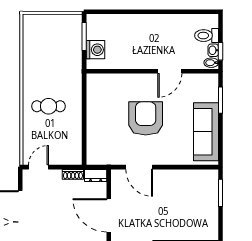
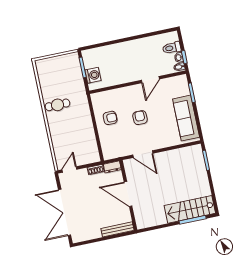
cafe table: (48, 106) -> (58, 105), moved
armchair: (106, 111) -> (110, 118), added
armchair: (146, 118) -> (140, 118), width x0.53, depth x0.53

